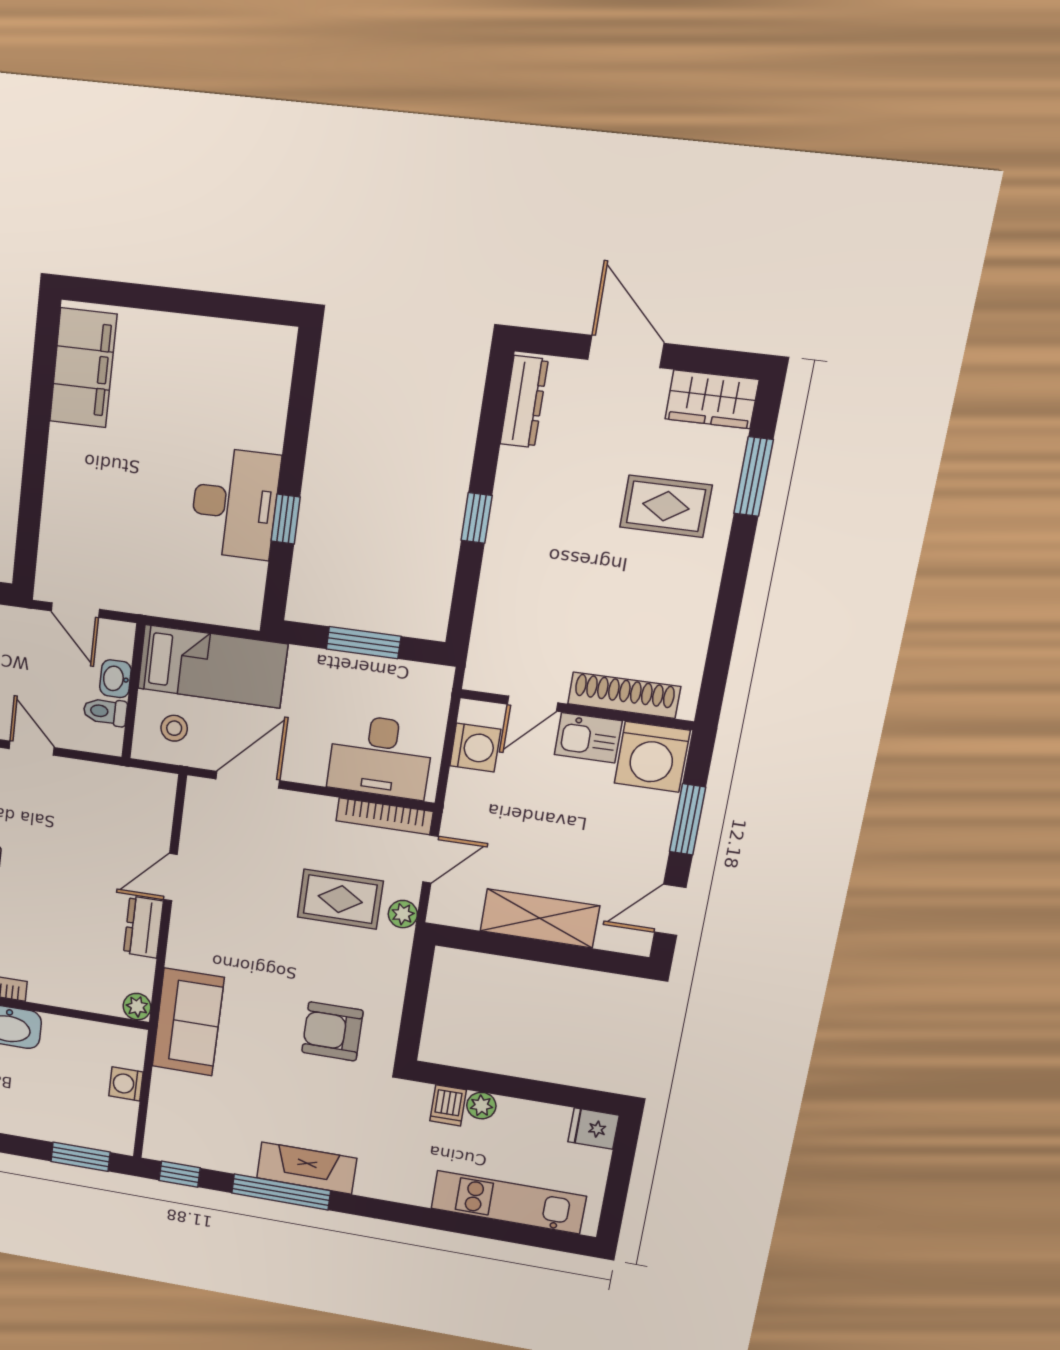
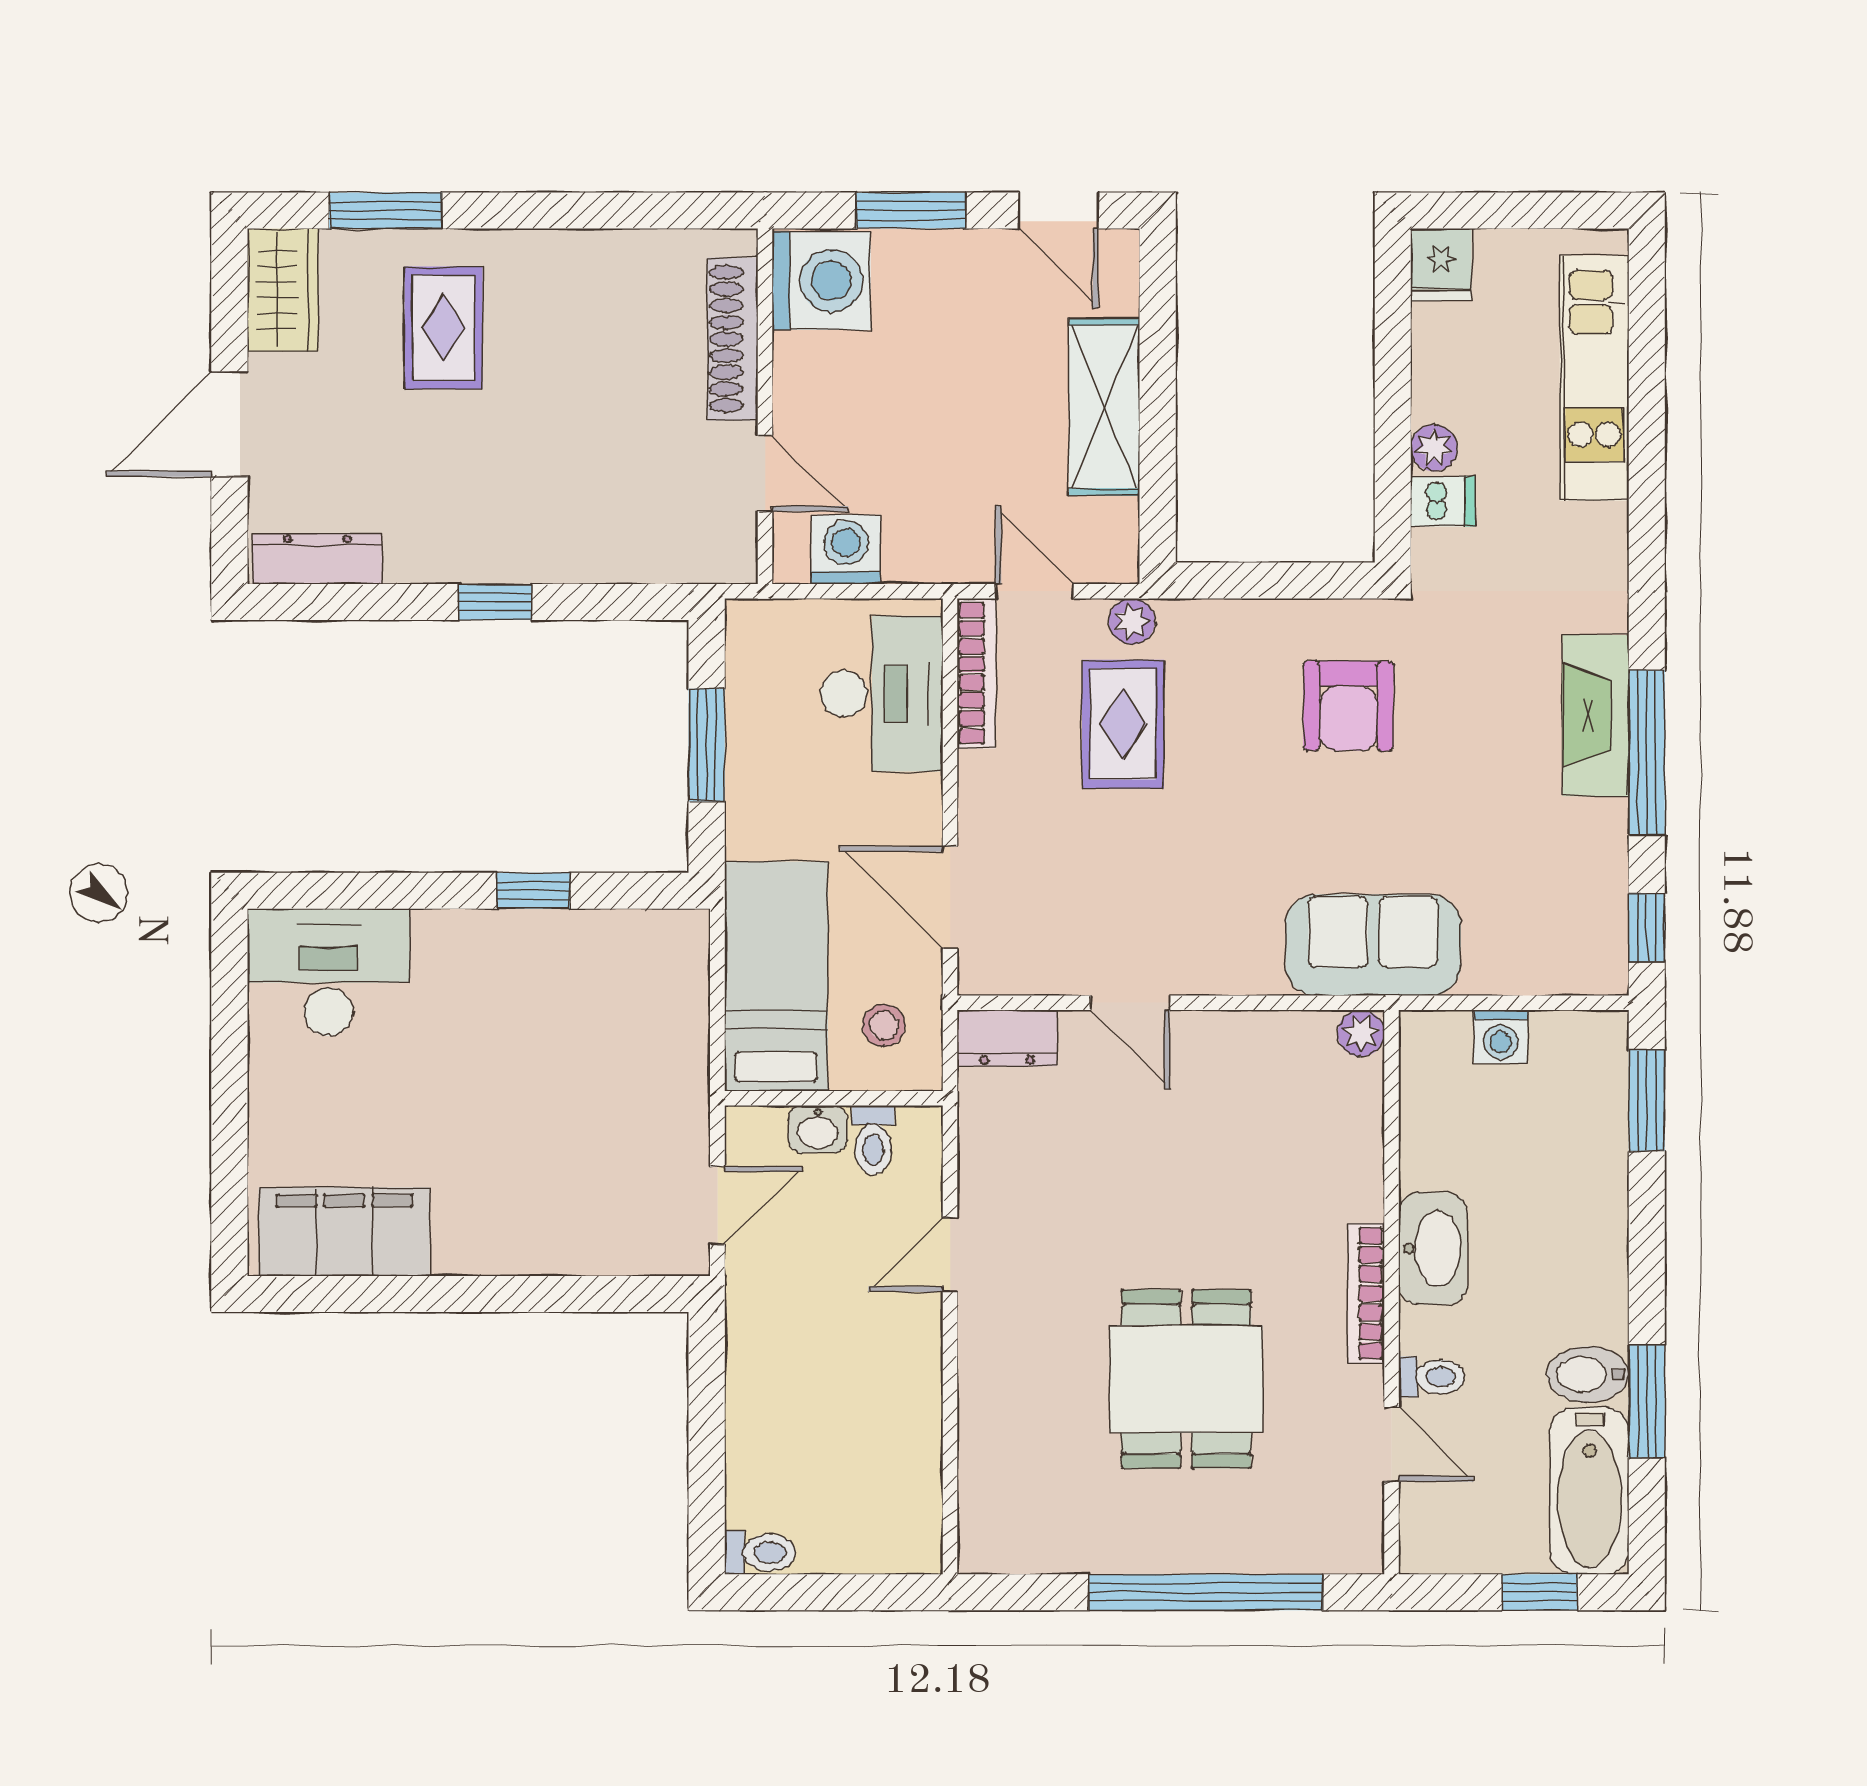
desk: (235, 503) -> (328, 972), moved
kitchen sink: (588, 738) -> (806, 381), removed
dresser: (143, 927) -> (1007, 1038), moved

